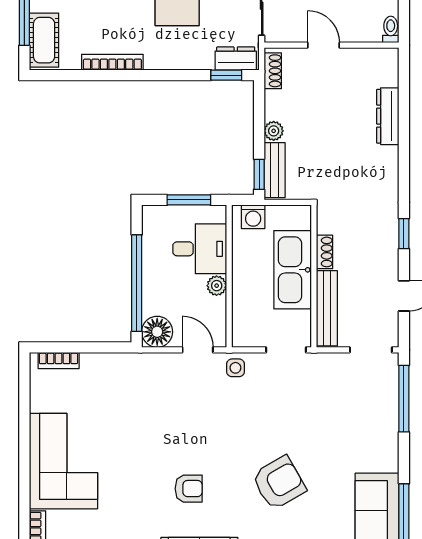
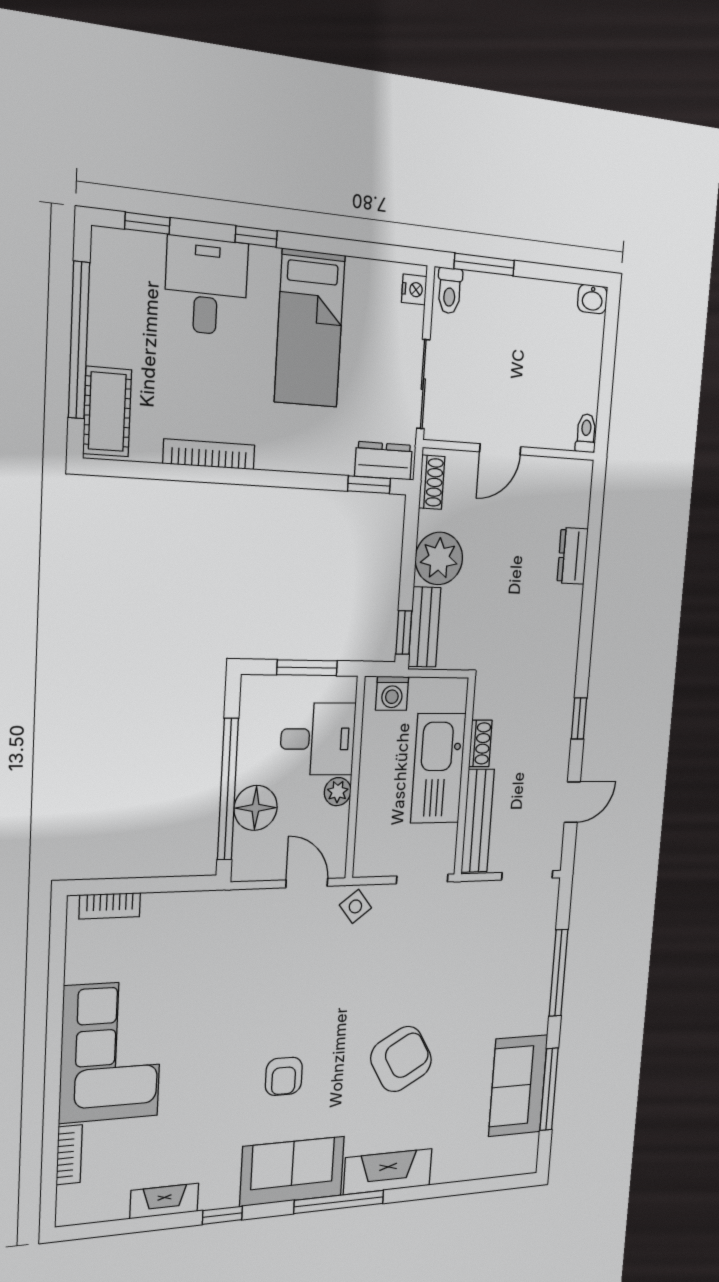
door: (323, 45) -> (500, 449), swing flipped
dresser: (388, 116) -> (573, 556), width x0.70
plant: (274, 131) -> (439, 559), width x1.87, depth x1.87
floor lamp: (157, 332) -> (256, 808), moved
side table: (235, 368) -> (355, 906), turned -38
window: (404, 399) -> (558, 973), moved
armchair: (189, 489) -> (284, 1076), turned 90

